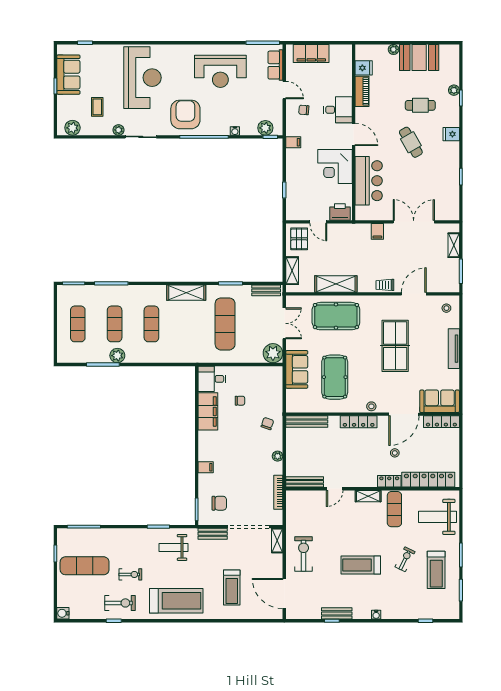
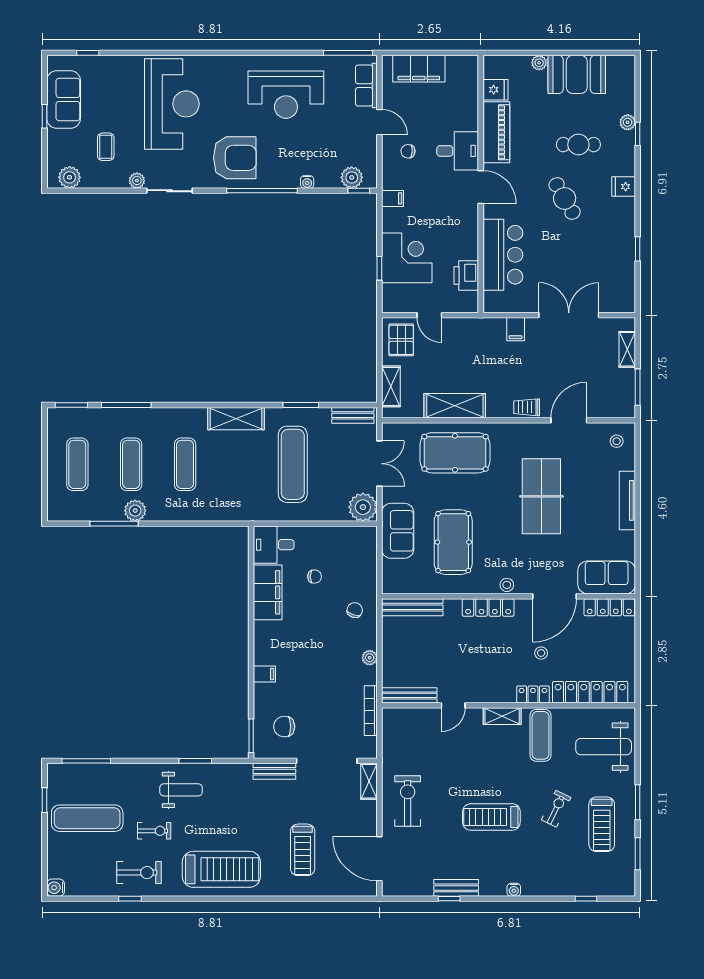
piano: (362, 91) -> (496, 132), width x1.37, depth x1.33
armchair: (185, 114) -> (235, 158), turned 90
corner desk: (335, 167) -> (407, 258), moved, turned 180
printer: (340, 212) -> (466, 275), moved, turned -90
chair: (219, 503) -> (284, 727), turned 180
weight bench: (173, 547) -> (181, 790), moved, turned 180

